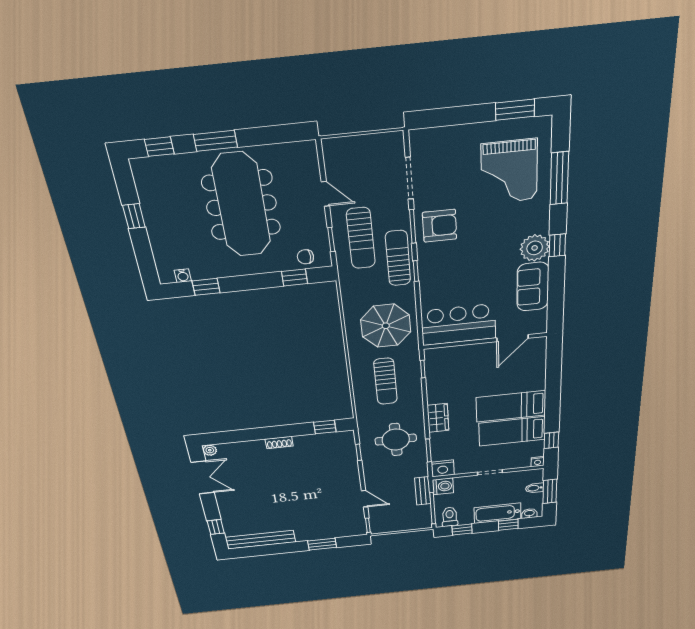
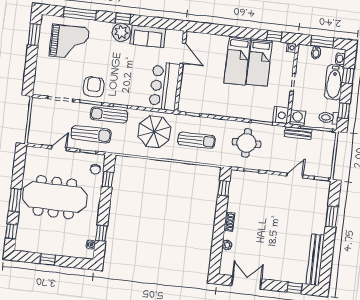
wardrobe: (438, 418) -> (235, 111), removed
plant: (210, 450) -> (227, 245), moved

